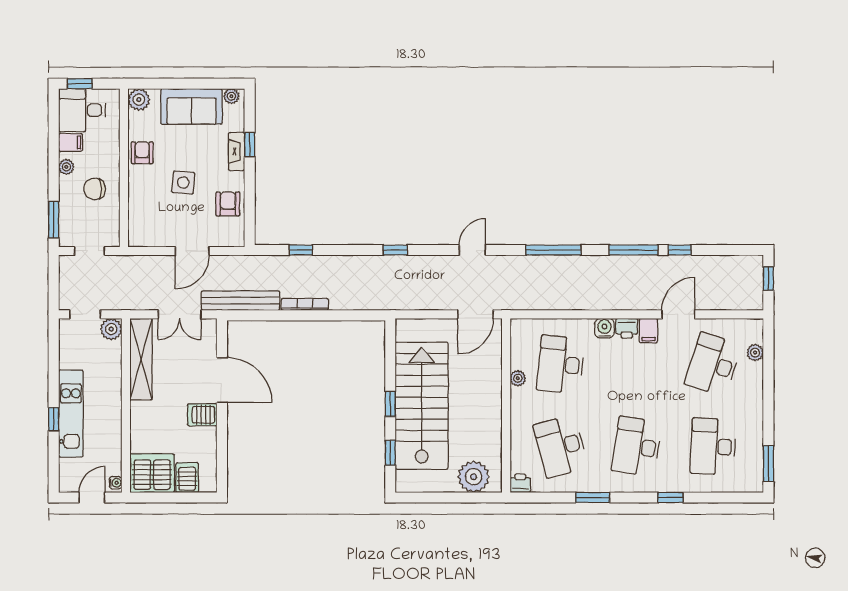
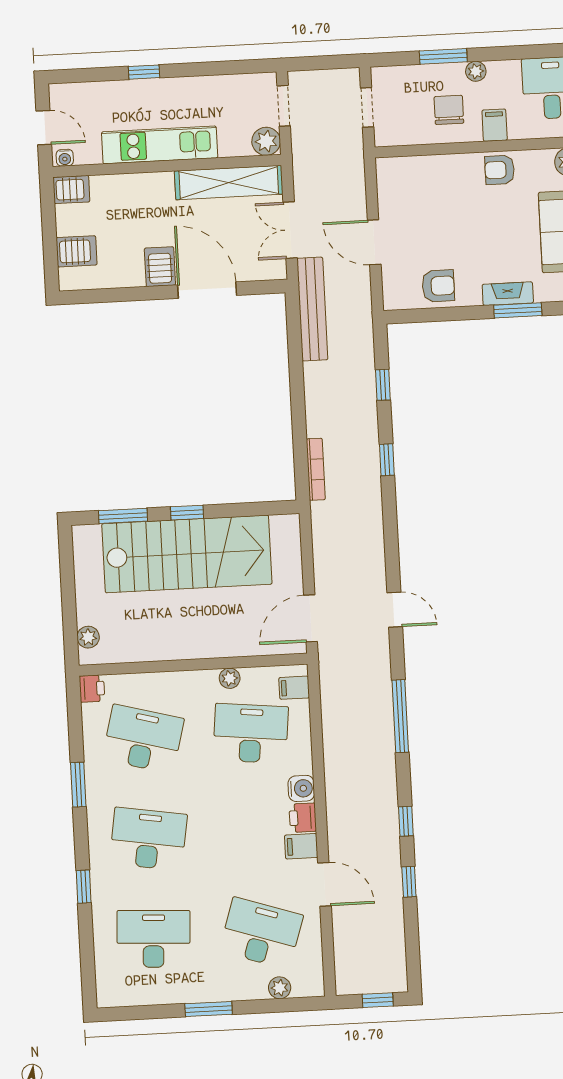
filing cabinet: (71, 142) -> (495, 125), moved, turned 180
window: (250, 144) -> (518, 310), width x1.50
armchair: (142, 153) -> (500, 170), turned 180
side table: (183, 183) -> (463, 226), removed
window: (54, 220) -> (443, 56), moved
window: (395, 250) -> (387, 460), moved
window: (634, 250) -> (406, 821), width x0.46
bookcase: (305, 304) -> (316, 469), moved
door: (476, 314) -> (311, 618), hinge flipped
filing cabinet: (528, 330) -> (294, 688), added
door: (222, 380) -> (207, 290), swing flipped
kitchen unit: (71, 413) -> (160, 145), moved, turned 180
desk: (561, 446) -> (143, 739), turned 30
window: (390, 453) -> (123, 516), width x1.50
window: (768, 464) -> (209, 1009), moved
server rack: (152, 473) -> (71, 190), width x0.46, depth x0.70
plant: (474, 477) -> (88, 637), width x0.53, depth x0.53

